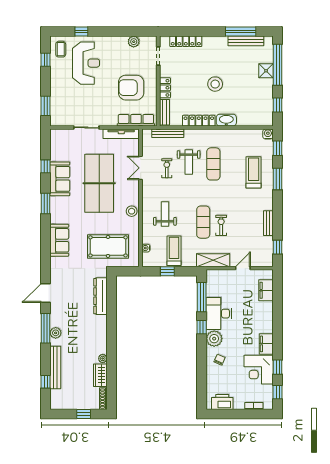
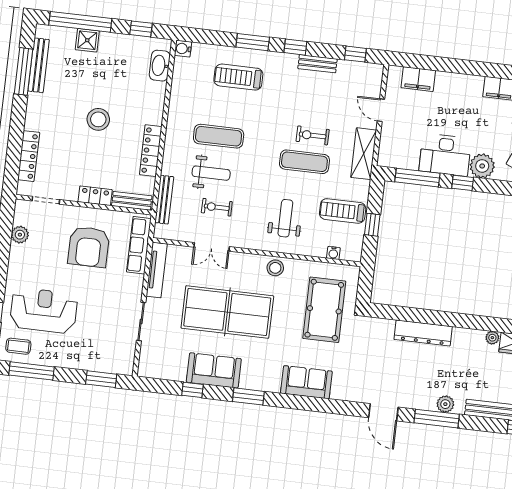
window: (46, 60) -> (32, 371), width x2.17
washbasin: (226, 120) -> (160, 66), moved
window: (278, 148) -> (295, 47), moved
weight bench: (165, 214) -> (285, 218), turned 90
dresser: (100, 296) -> (423, 333), moved

